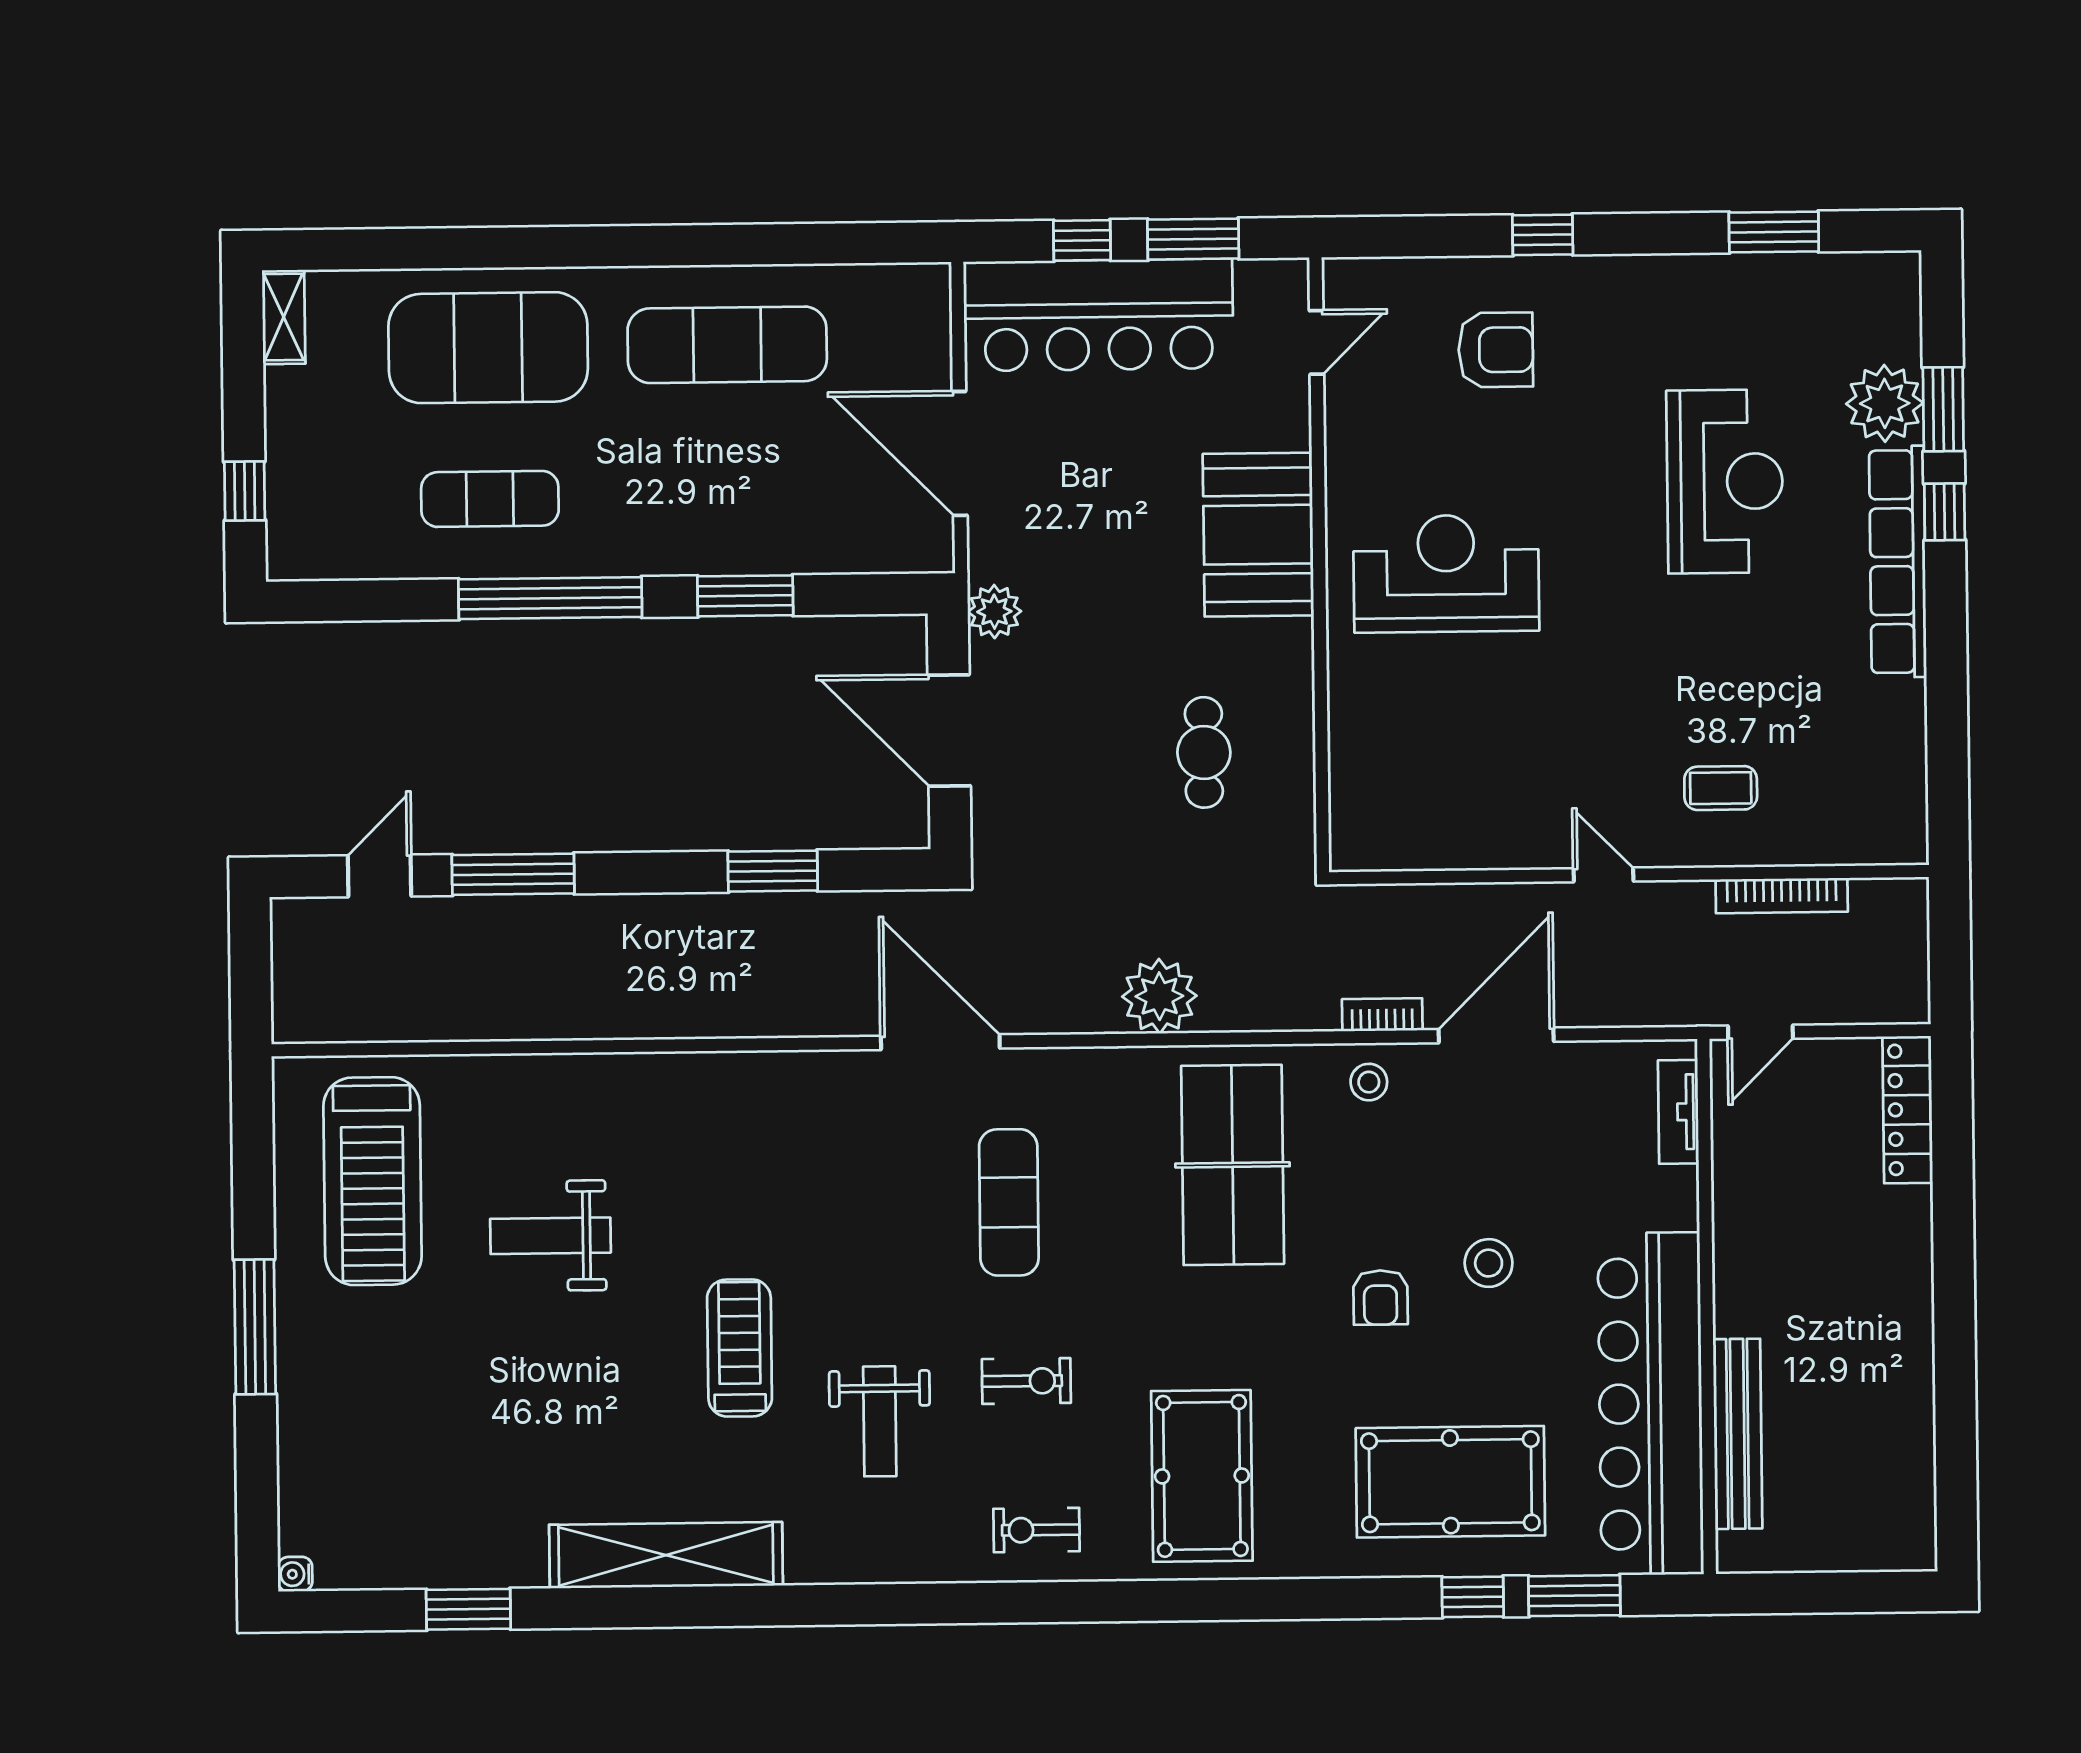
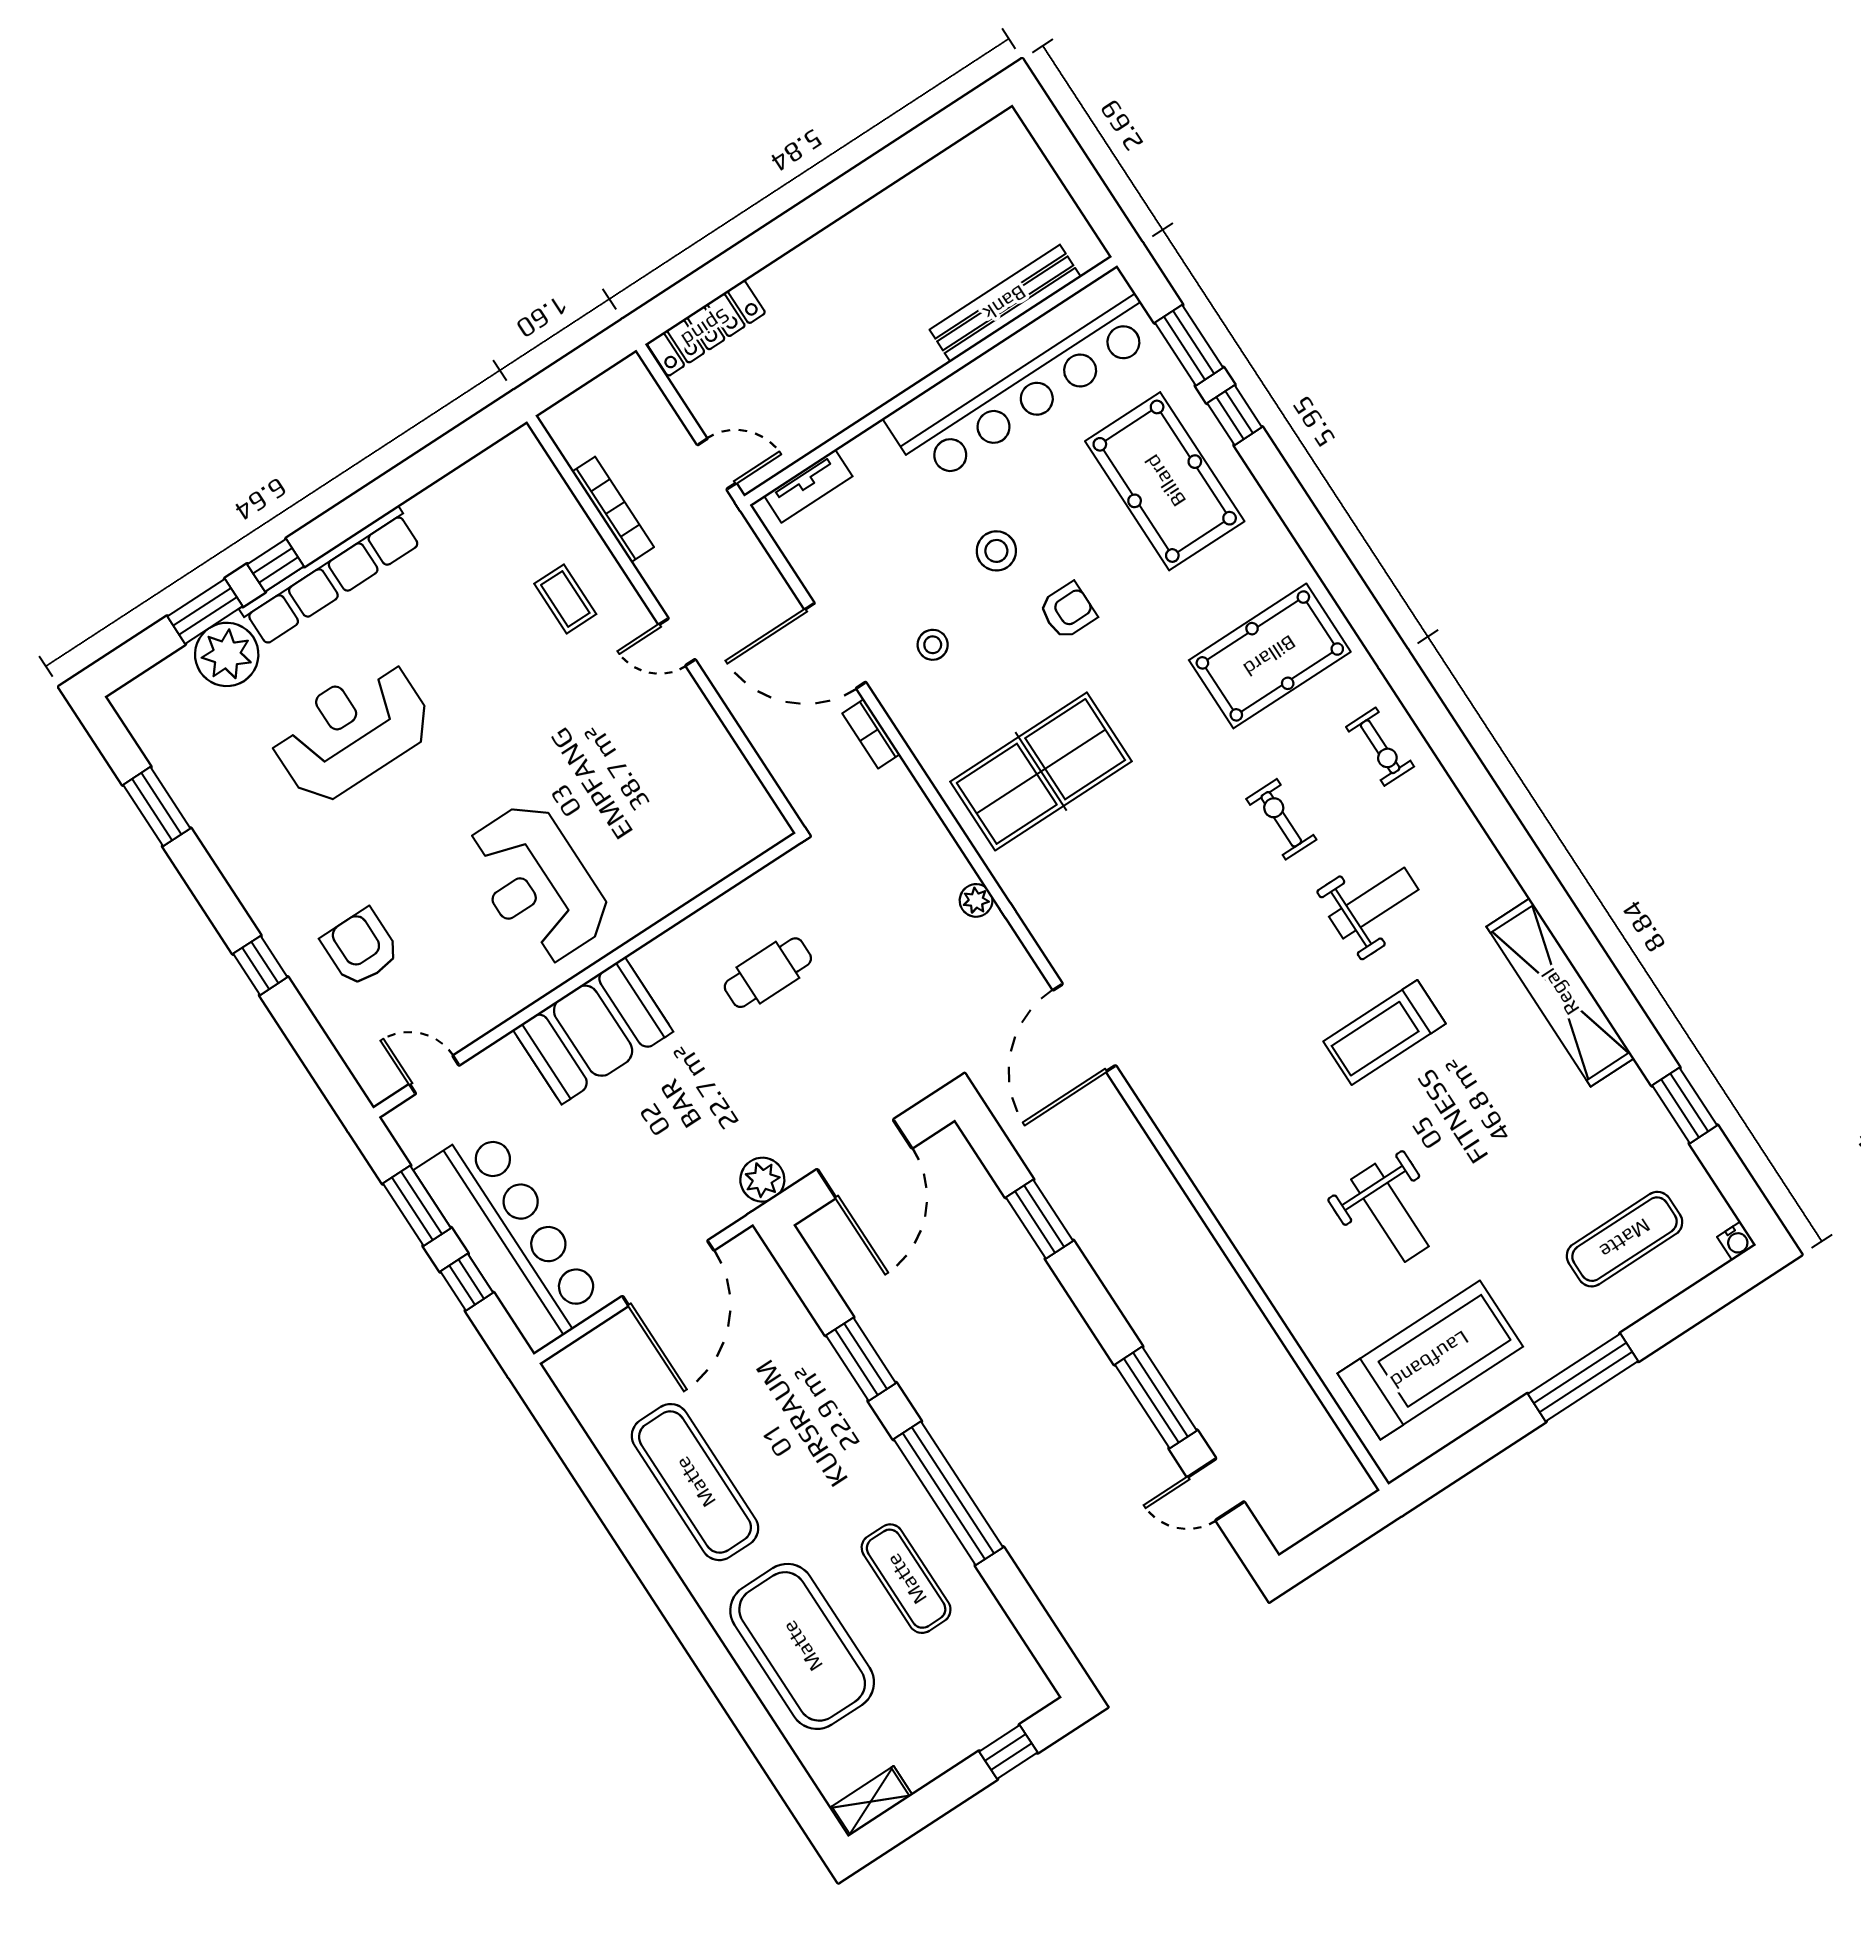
door: (1603, 875) -> (677, 642), hinge flipped
plant: (1159, 996) -> (976, 900), width x0.53, depth x0.53
stool: (1369, 1082) -> (933, 645), moved
exercise mat: (1009, 1202) -> (1625, 1239), moved

